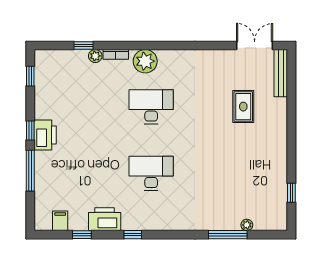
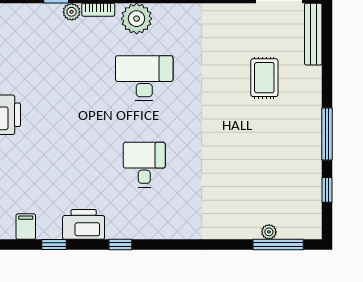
window: (291, 150) -> (327, 134), added
desk: (151, 173) -> (144, 165), width x0.73
window: (228, 235) -> (278, 245), moved

